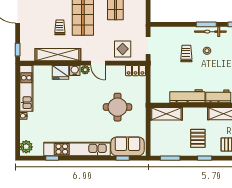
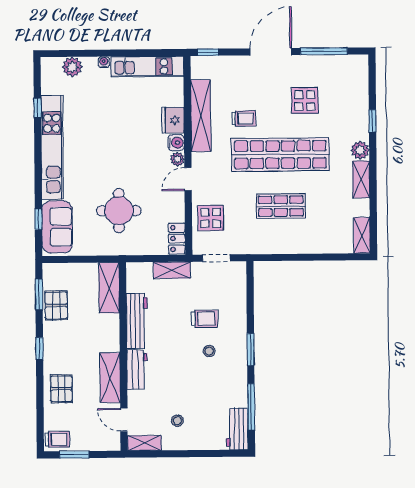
bicycle: (210, 32) -> (239, 356), removed
shelving: (156, 74) -> (172, 270), added
pallet: (198, 138) -> (56, 305), moved, turned 90
plant: (26, 147) -> (72, 67), moved

